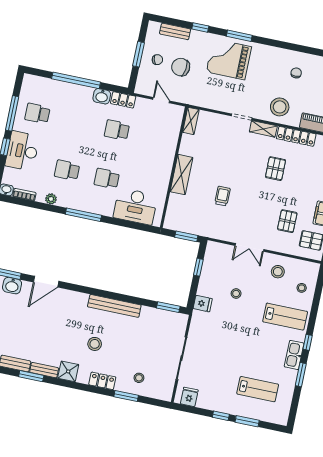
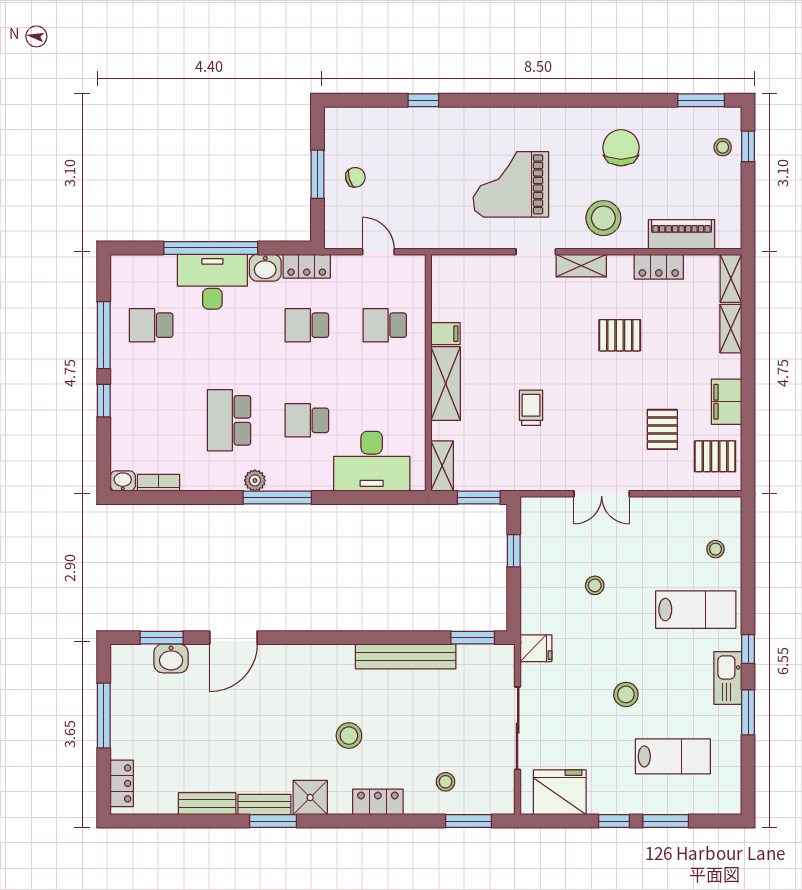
bench: (175, 31) -> (377, 117), removed
window: (239, 36) -> (500, 100), removed
grand piano: (229, 59) -> (511, 184), moved
chair: (181, 67) -> (402, 182), removed
chair: (296, 73) -> (621, 148), width x1.87, depth x1.87
shelving: (191, 121) -> (442, 466), moved
locker: (296, 136) -> (659, 267), width x0.66
school desk: (157, 138) -> (385, 325), added
filing cabinet: (187, 149) -> (446, 334), added
desk: (22, 151) -> (212, 282), moved, turned 90
pallet: (276, 169) -> (620, 335), turned 90
school desk: (67, 170) -> (229, 420), width x1.85
plant: (51, 199) -> (255, 480), moved
stool: (278, 272) -> (626, 694), moved
fridge: (203, 304) -> (536, 648), moved
bench: (114, 306) -> (406, 656), moved
window: (31, 376) -> (273, 821), moved
window: (126, 396) -> (469, 821), moved
fridge: (189, 397) -> (560, 792), width x1.88, depth x1.34

